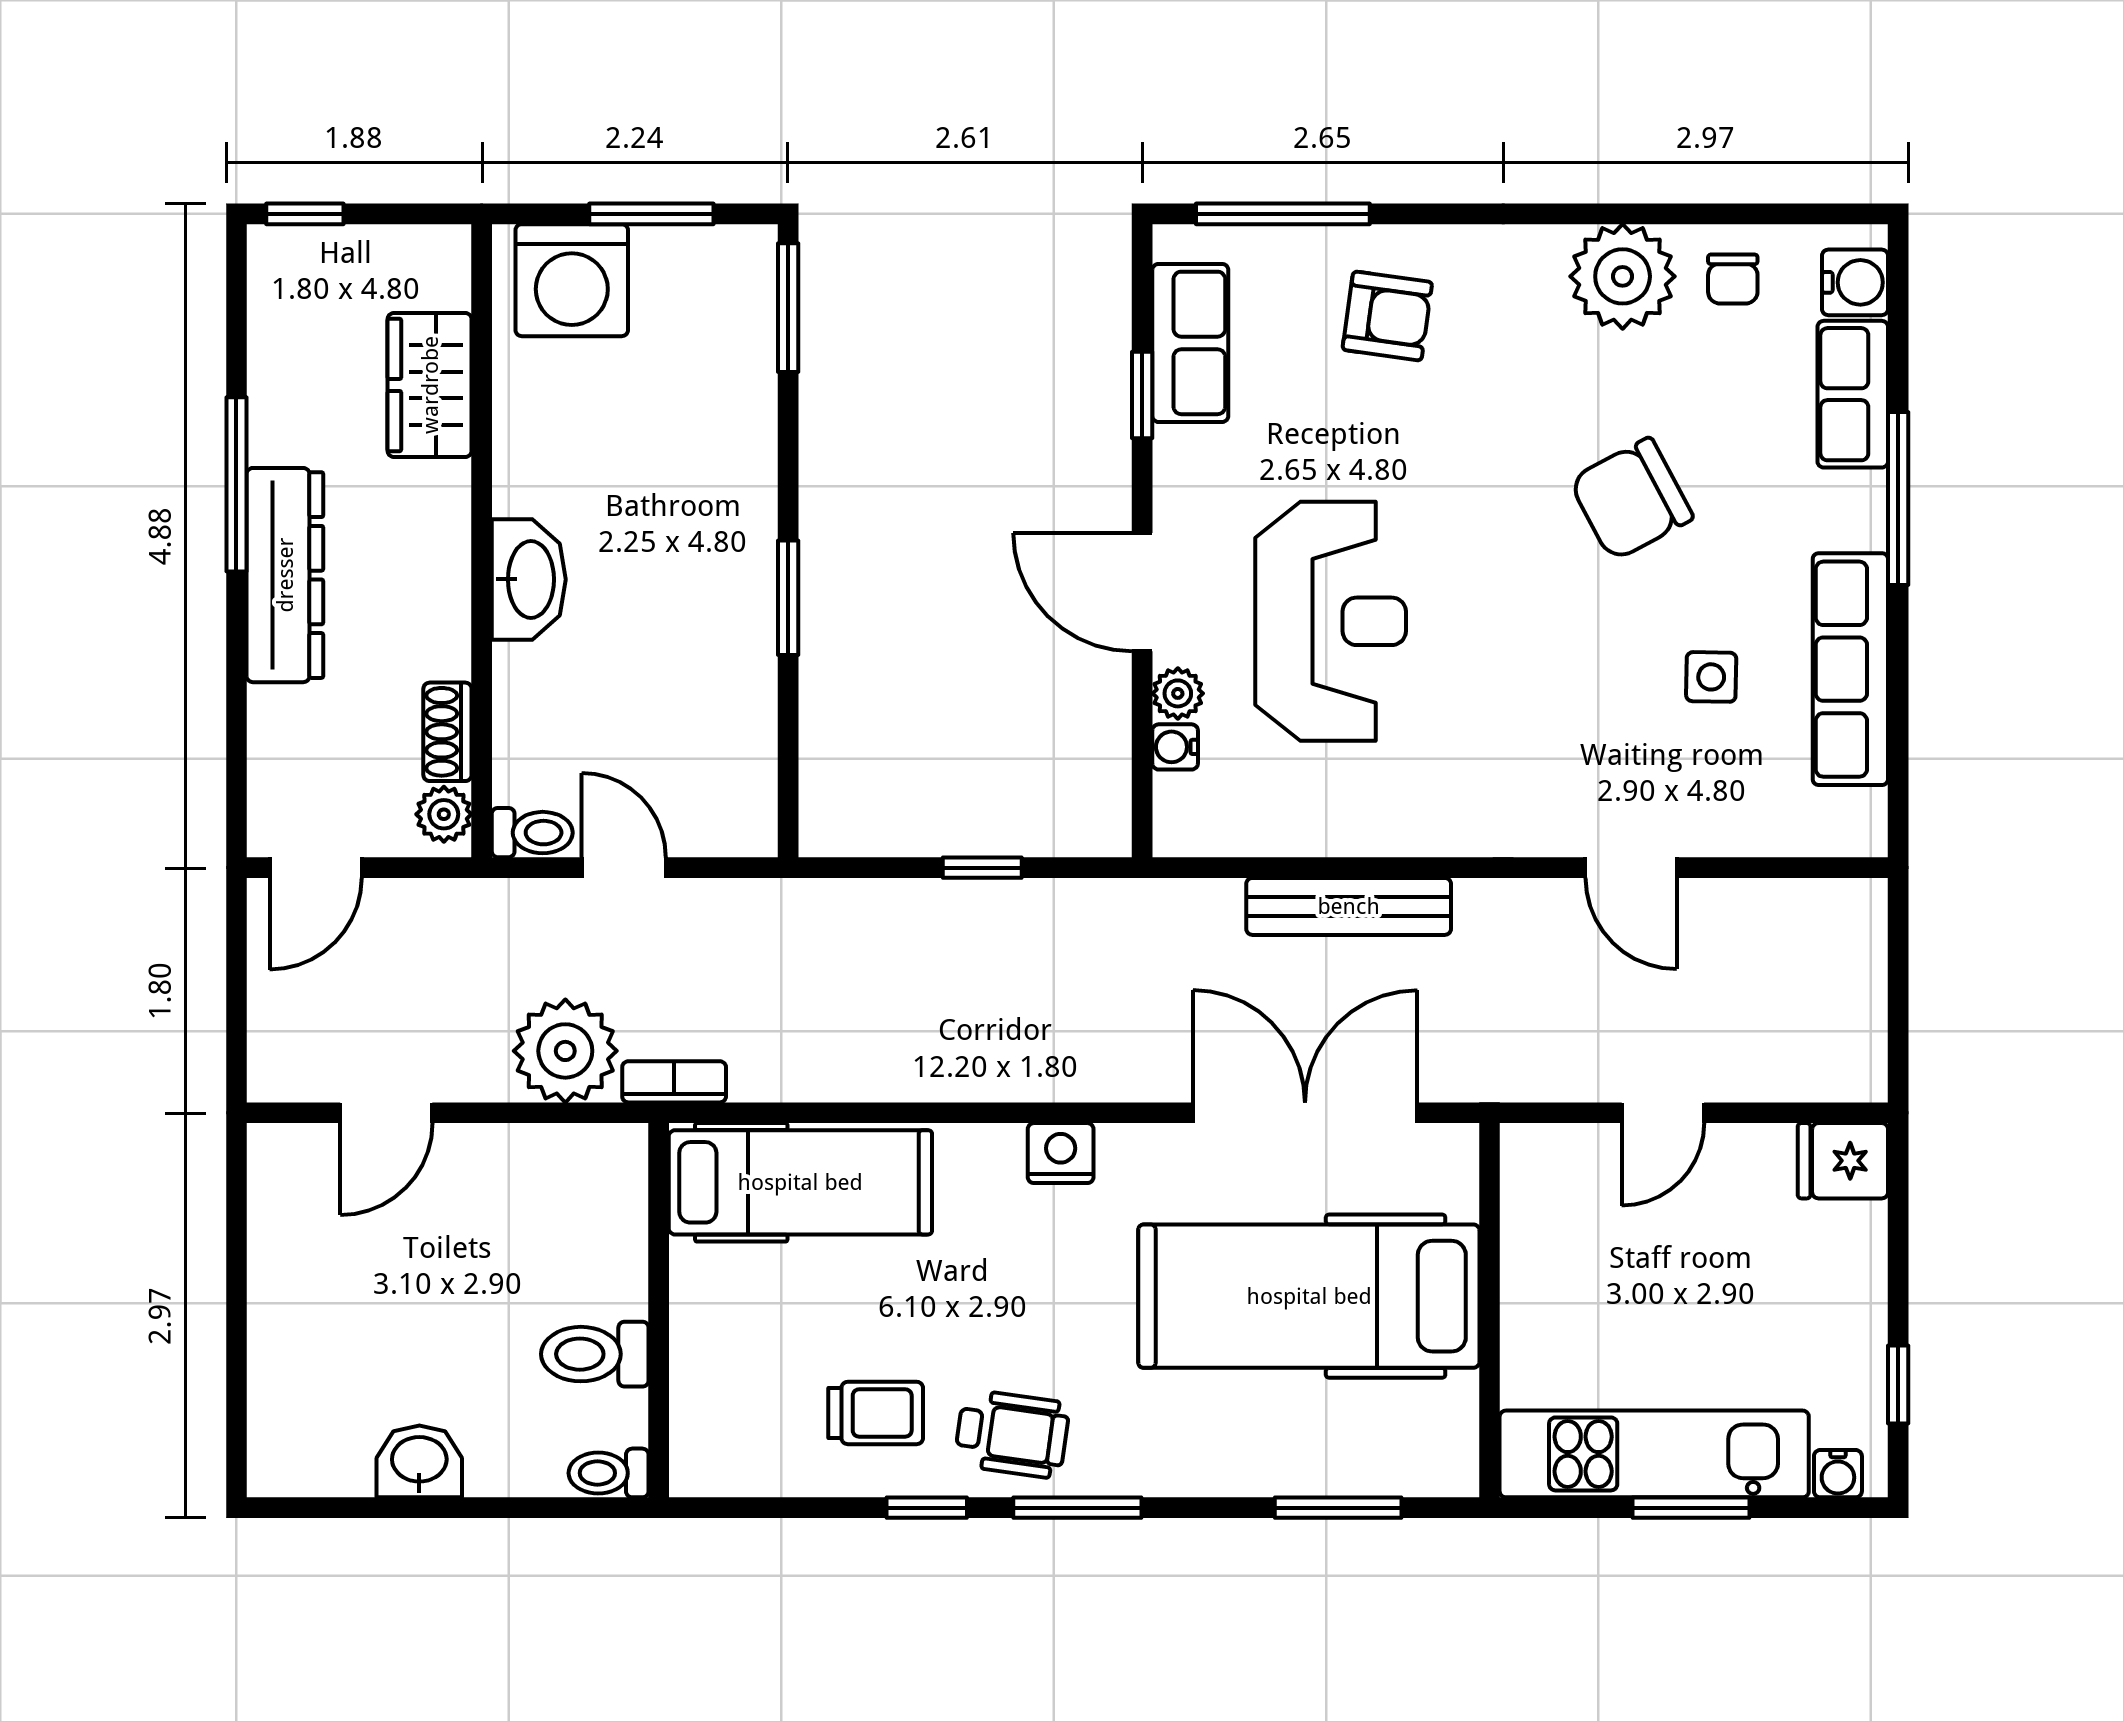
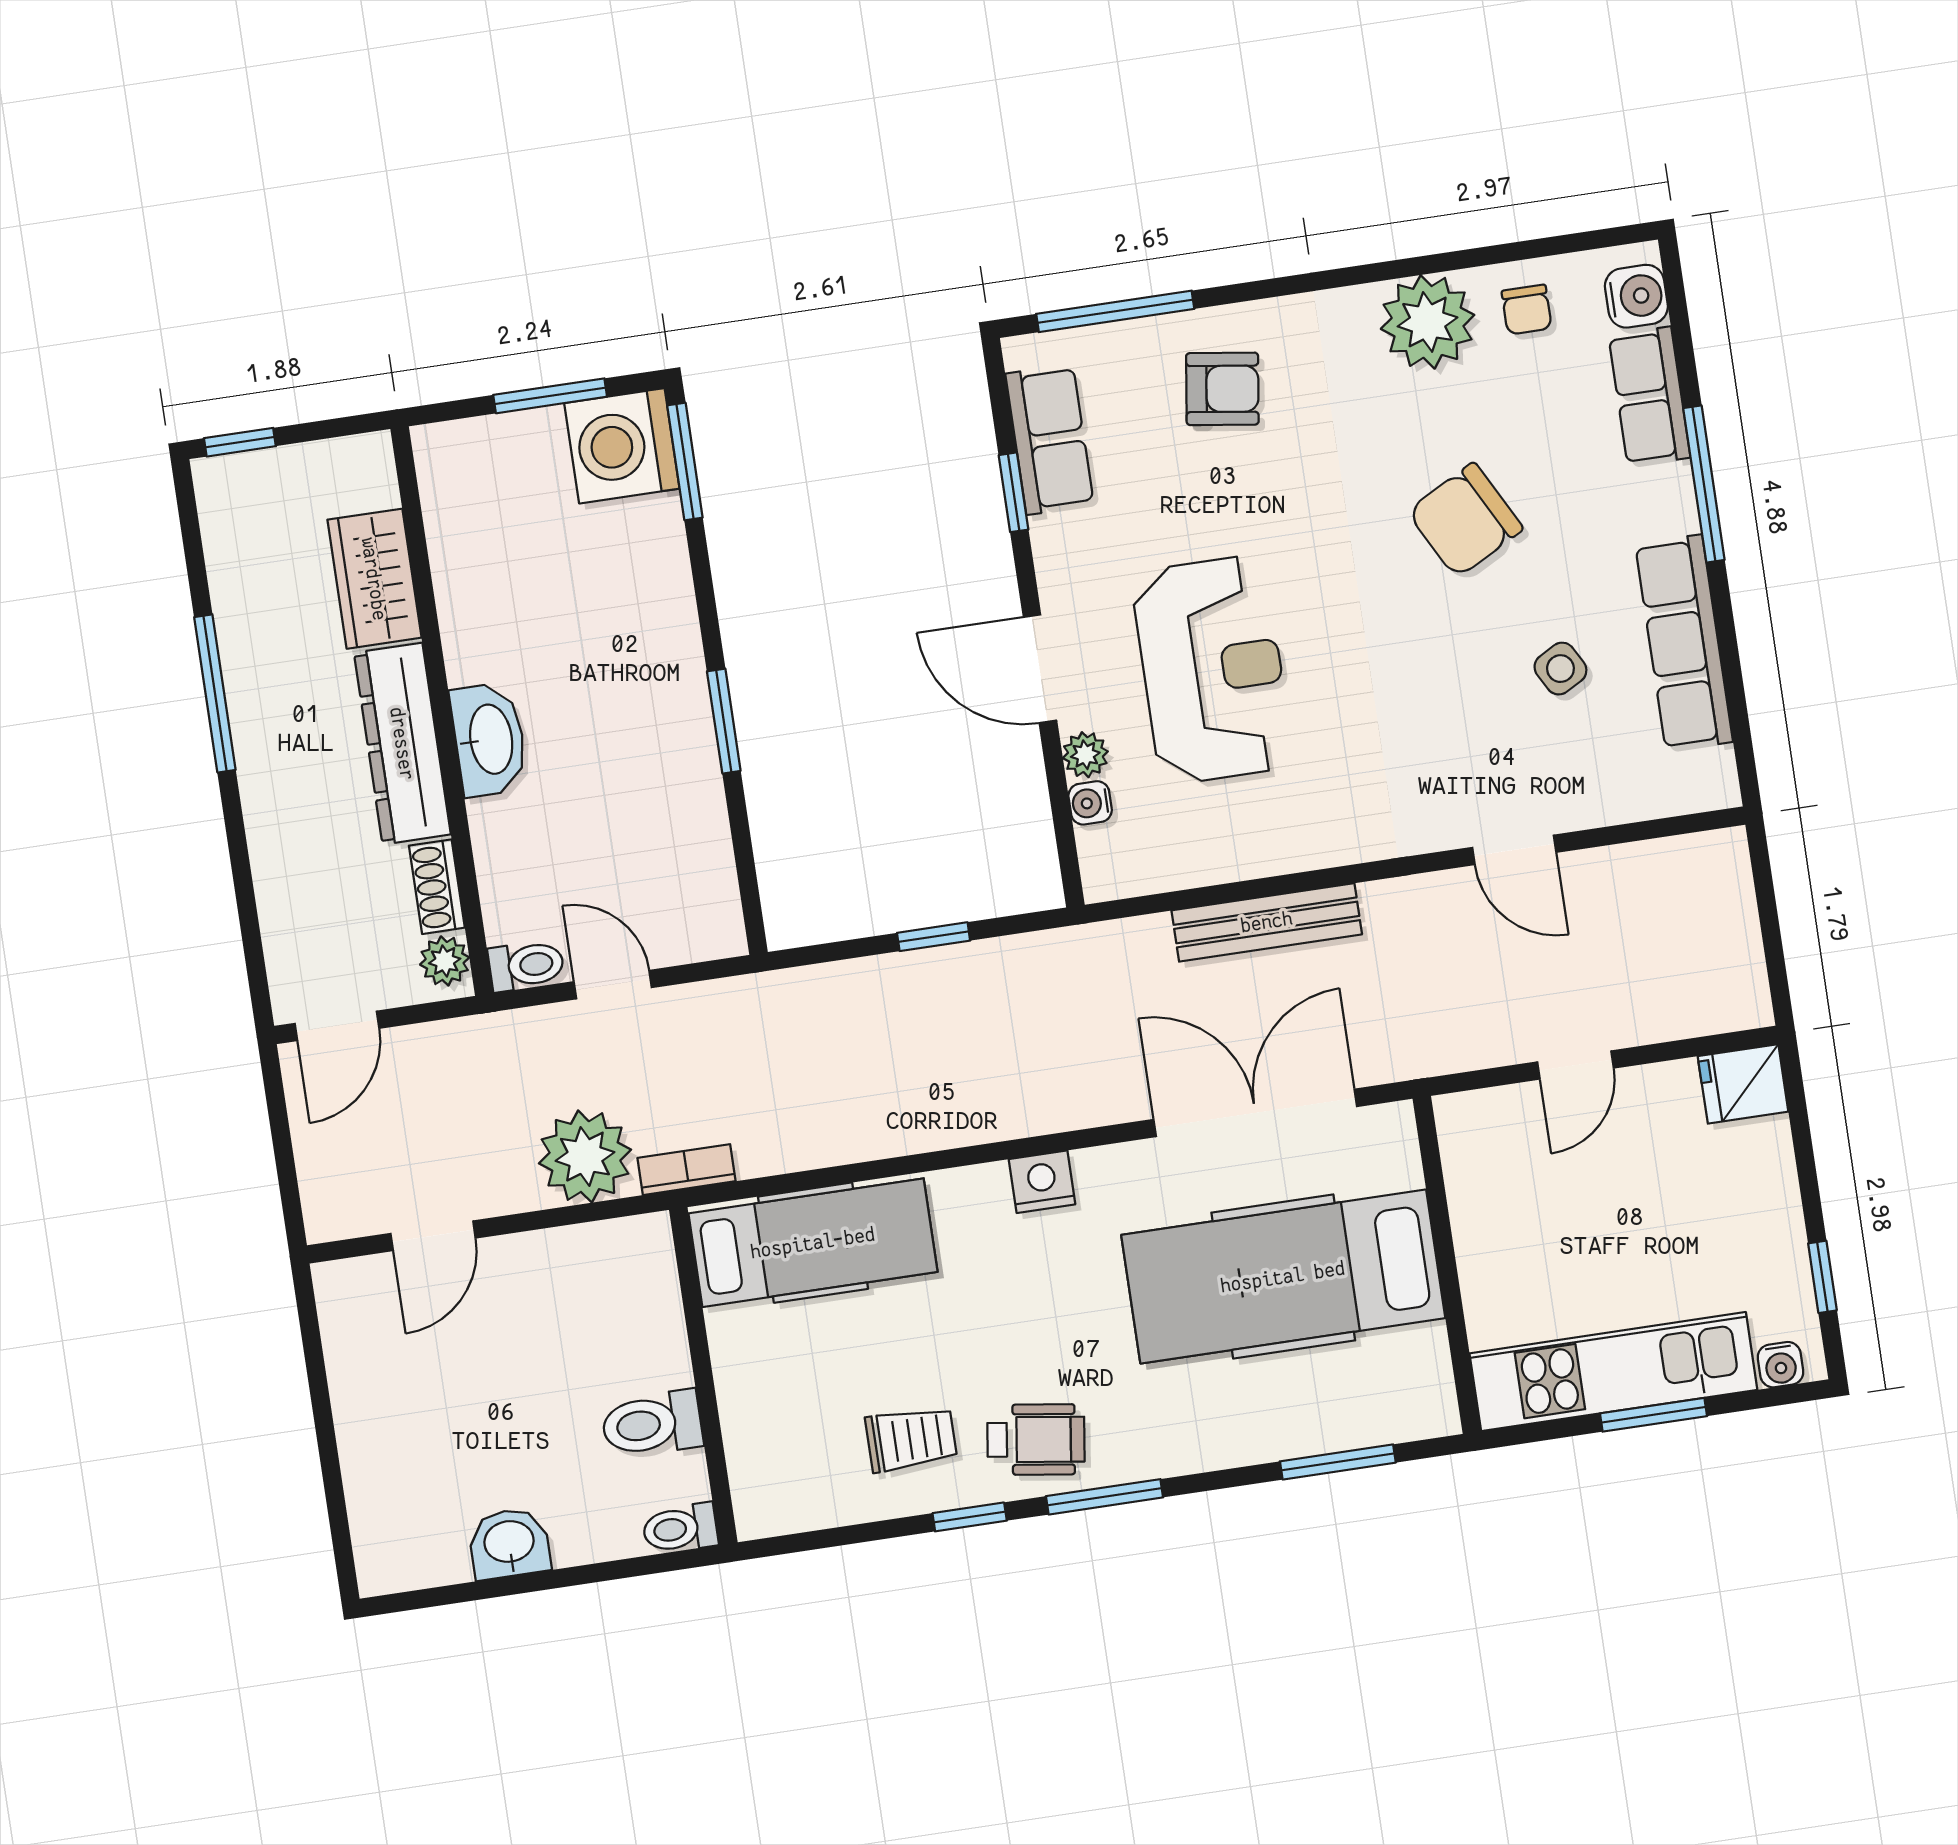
washing machine: (572, 280) -> (622, 446), moved, turned 90
dresser: (285, 575) -> (402, 744), moved, turned 180
side table: (1711, 677) -> (1560, 669), turned -30

